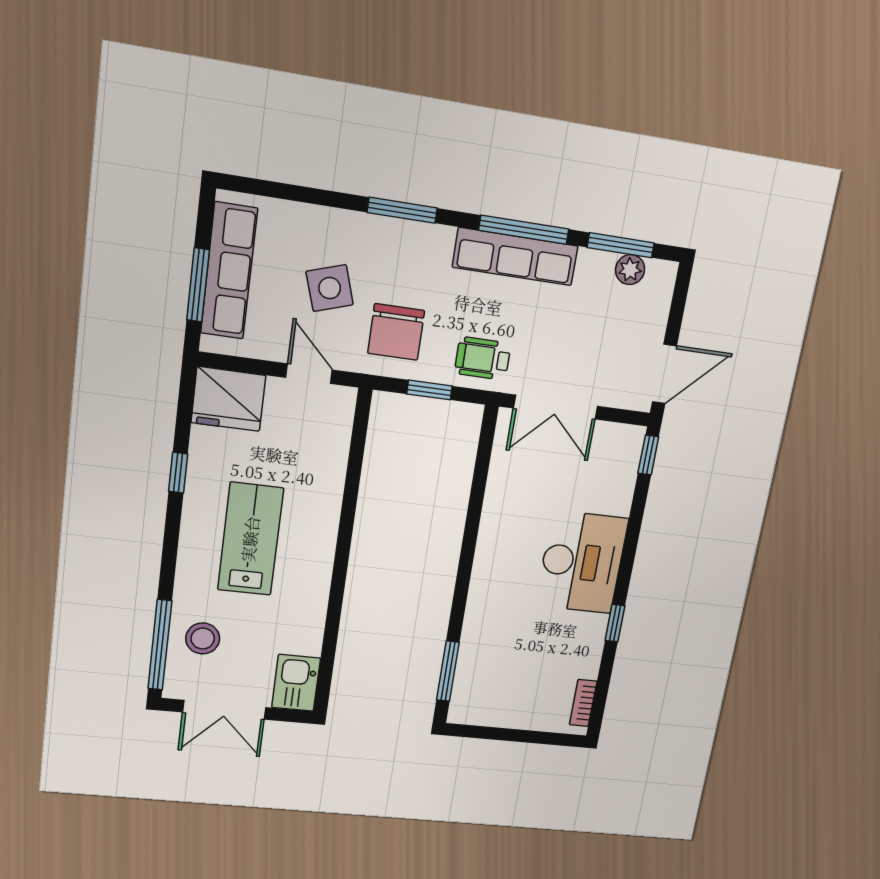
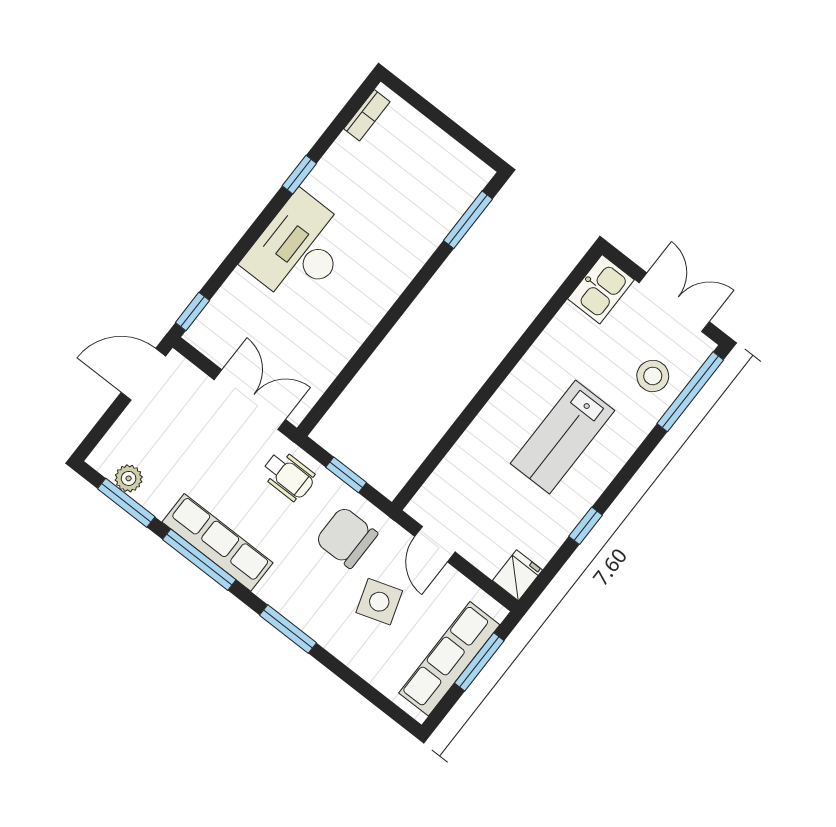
chair: (396, 332) -> (347, 537), turned -90
fridge: (228, 399) -> (518, 575), width x0.53, depth x0.75

